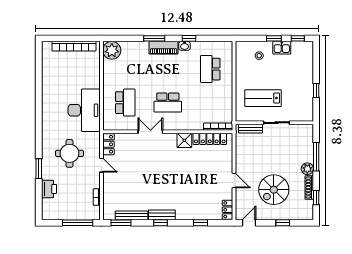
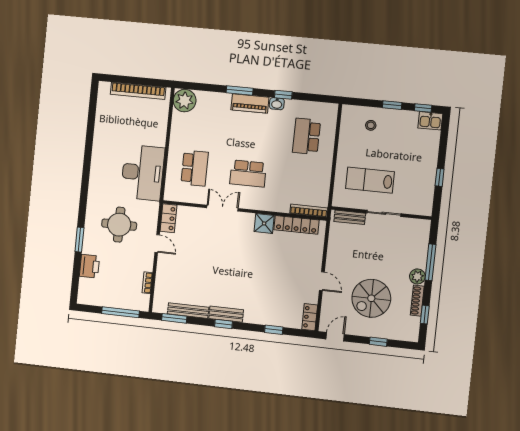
kitchen sink: (282, 48) -> (430, 121), moved

